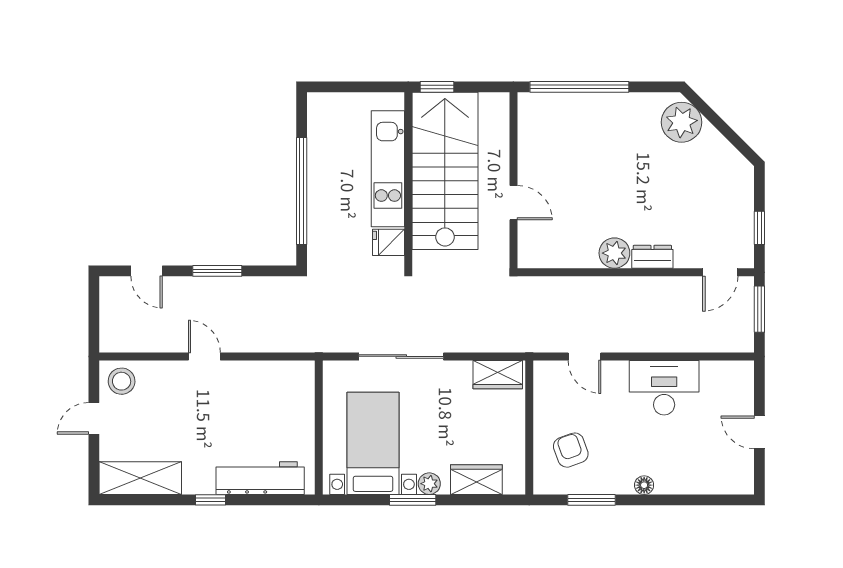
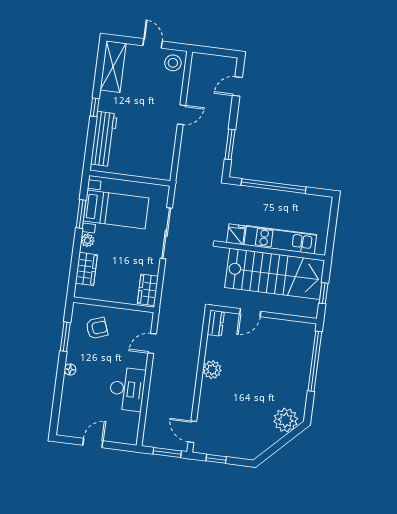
window: (437, 87) -> (324, 293), moved
dresser: (652, 257) -> (216, 323), moved
window: (217, 271) -> (230, 144), moved
window: (413, 500) -> (81, 214), moved

